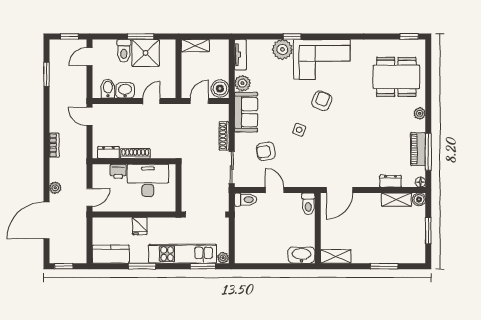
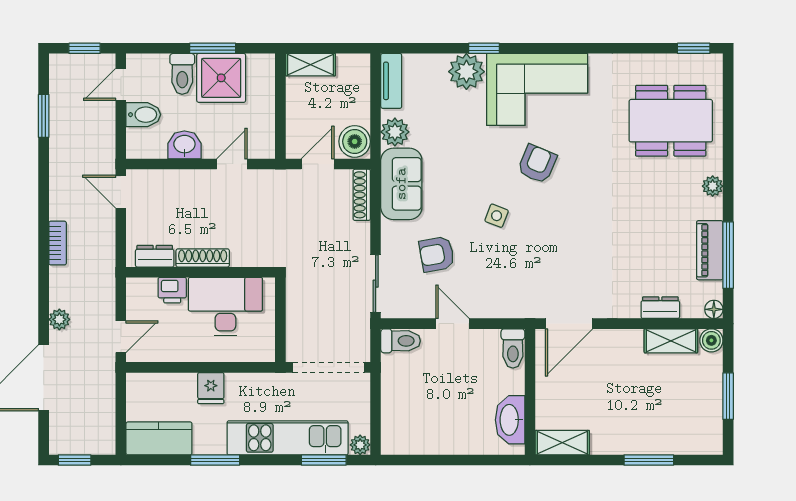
bidet: (108, 89) -> (143, 115), moved, turned 90
shoe rack: (224, 136) -> (362, 195), moved
washbasin: (301, 255) -> (510, 420), moved, turned -90

